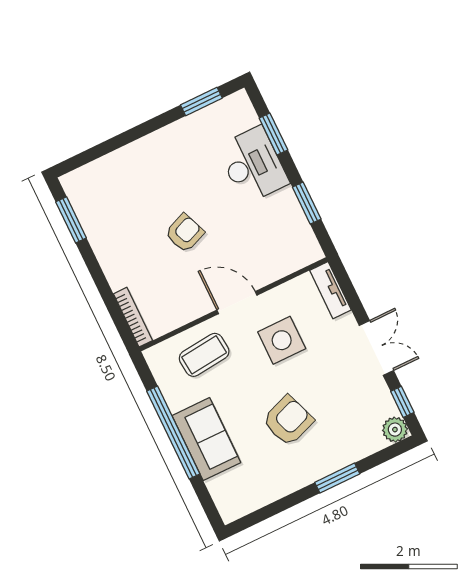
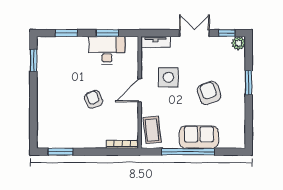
desk: (253, 165) -> (107, 50), moved
coffee table: (204, 355) -> (152, 130), moved

